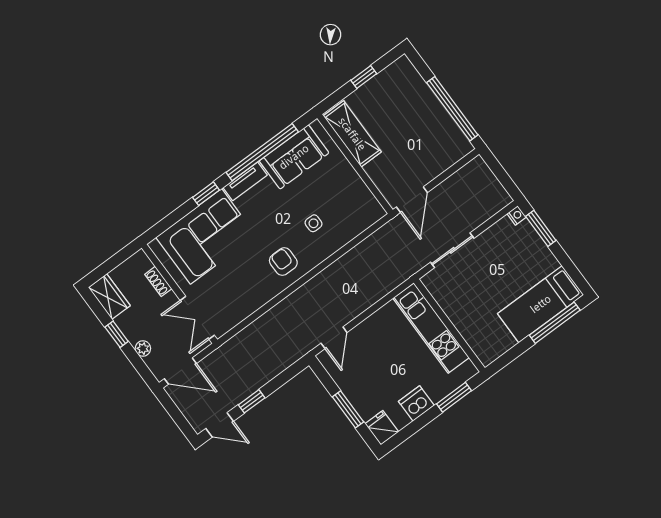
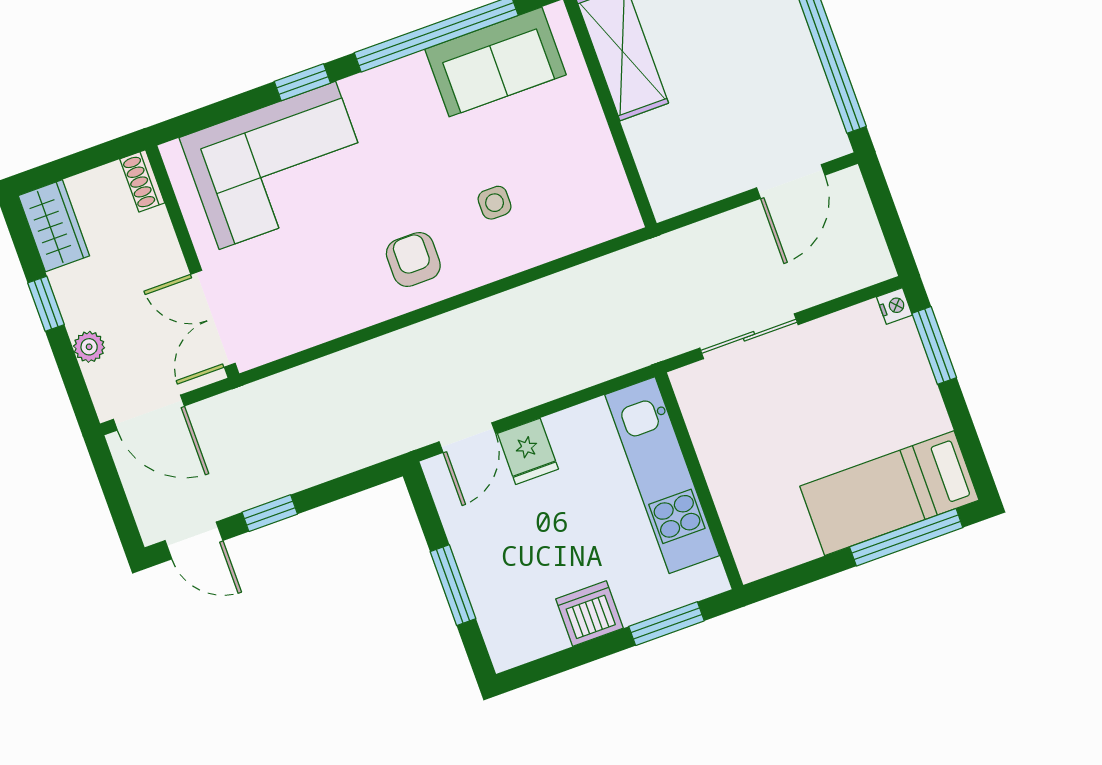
tv unit: (245, 181) -> (386, 81), removed
door: (412, 200) -> (791, 182), moved
shoe rack: (158, 281) -> (142, 181), moved
fridge: (382, 428) -> (528, 451), moved, turned 180

